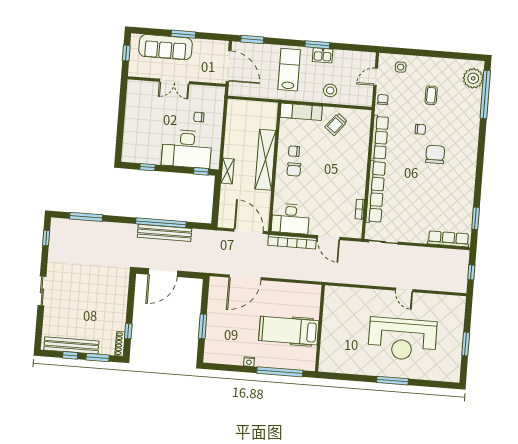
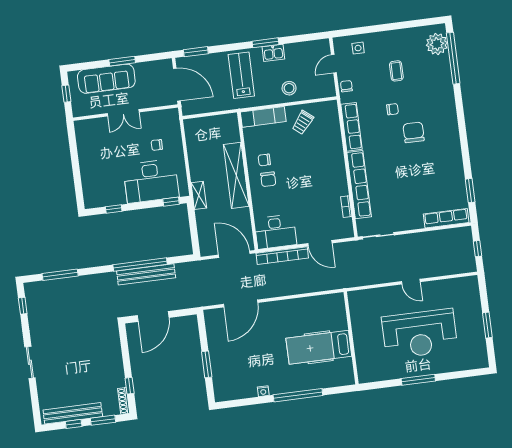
wall: (320, 328) -> (351, 338), moved
hospital bed: (289, 331) -> (319, 347), moved

